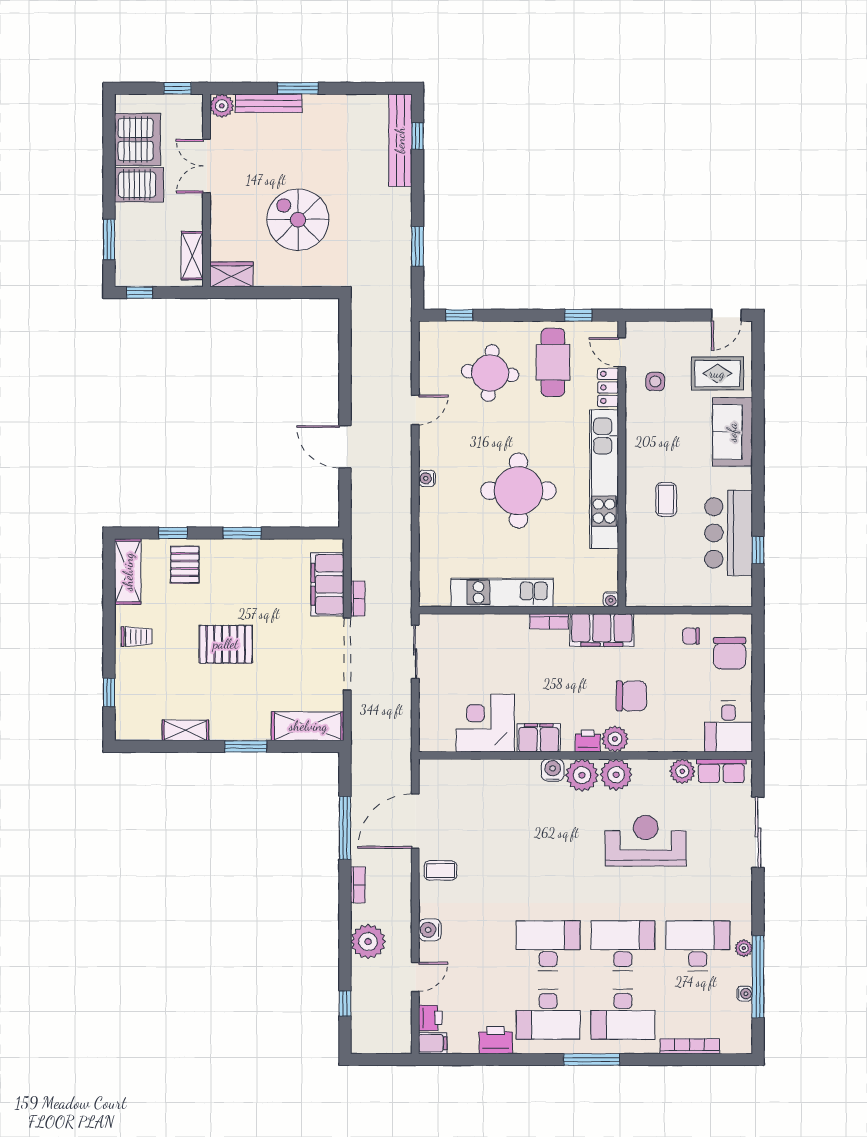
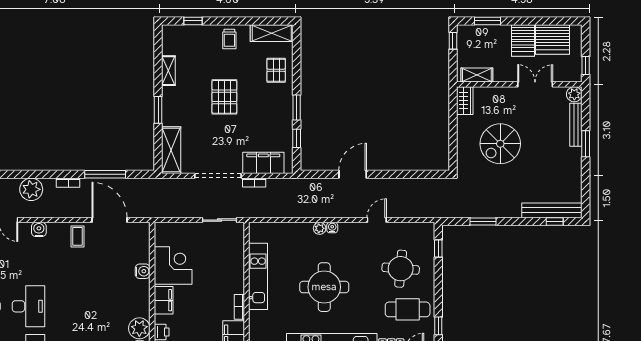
spiral stairs: (298, 220) -> (500, 144), turned 180
door: (415, 410) -> (377, 220), swing flipped
plant: (428, 498) -> (320, 228), added
window: (173, 533) -> (297, 138), moved
pallet: (185, 565) -> (276, 70), turned 90
water cooler: (553, 770) -> (143, 271), moved

